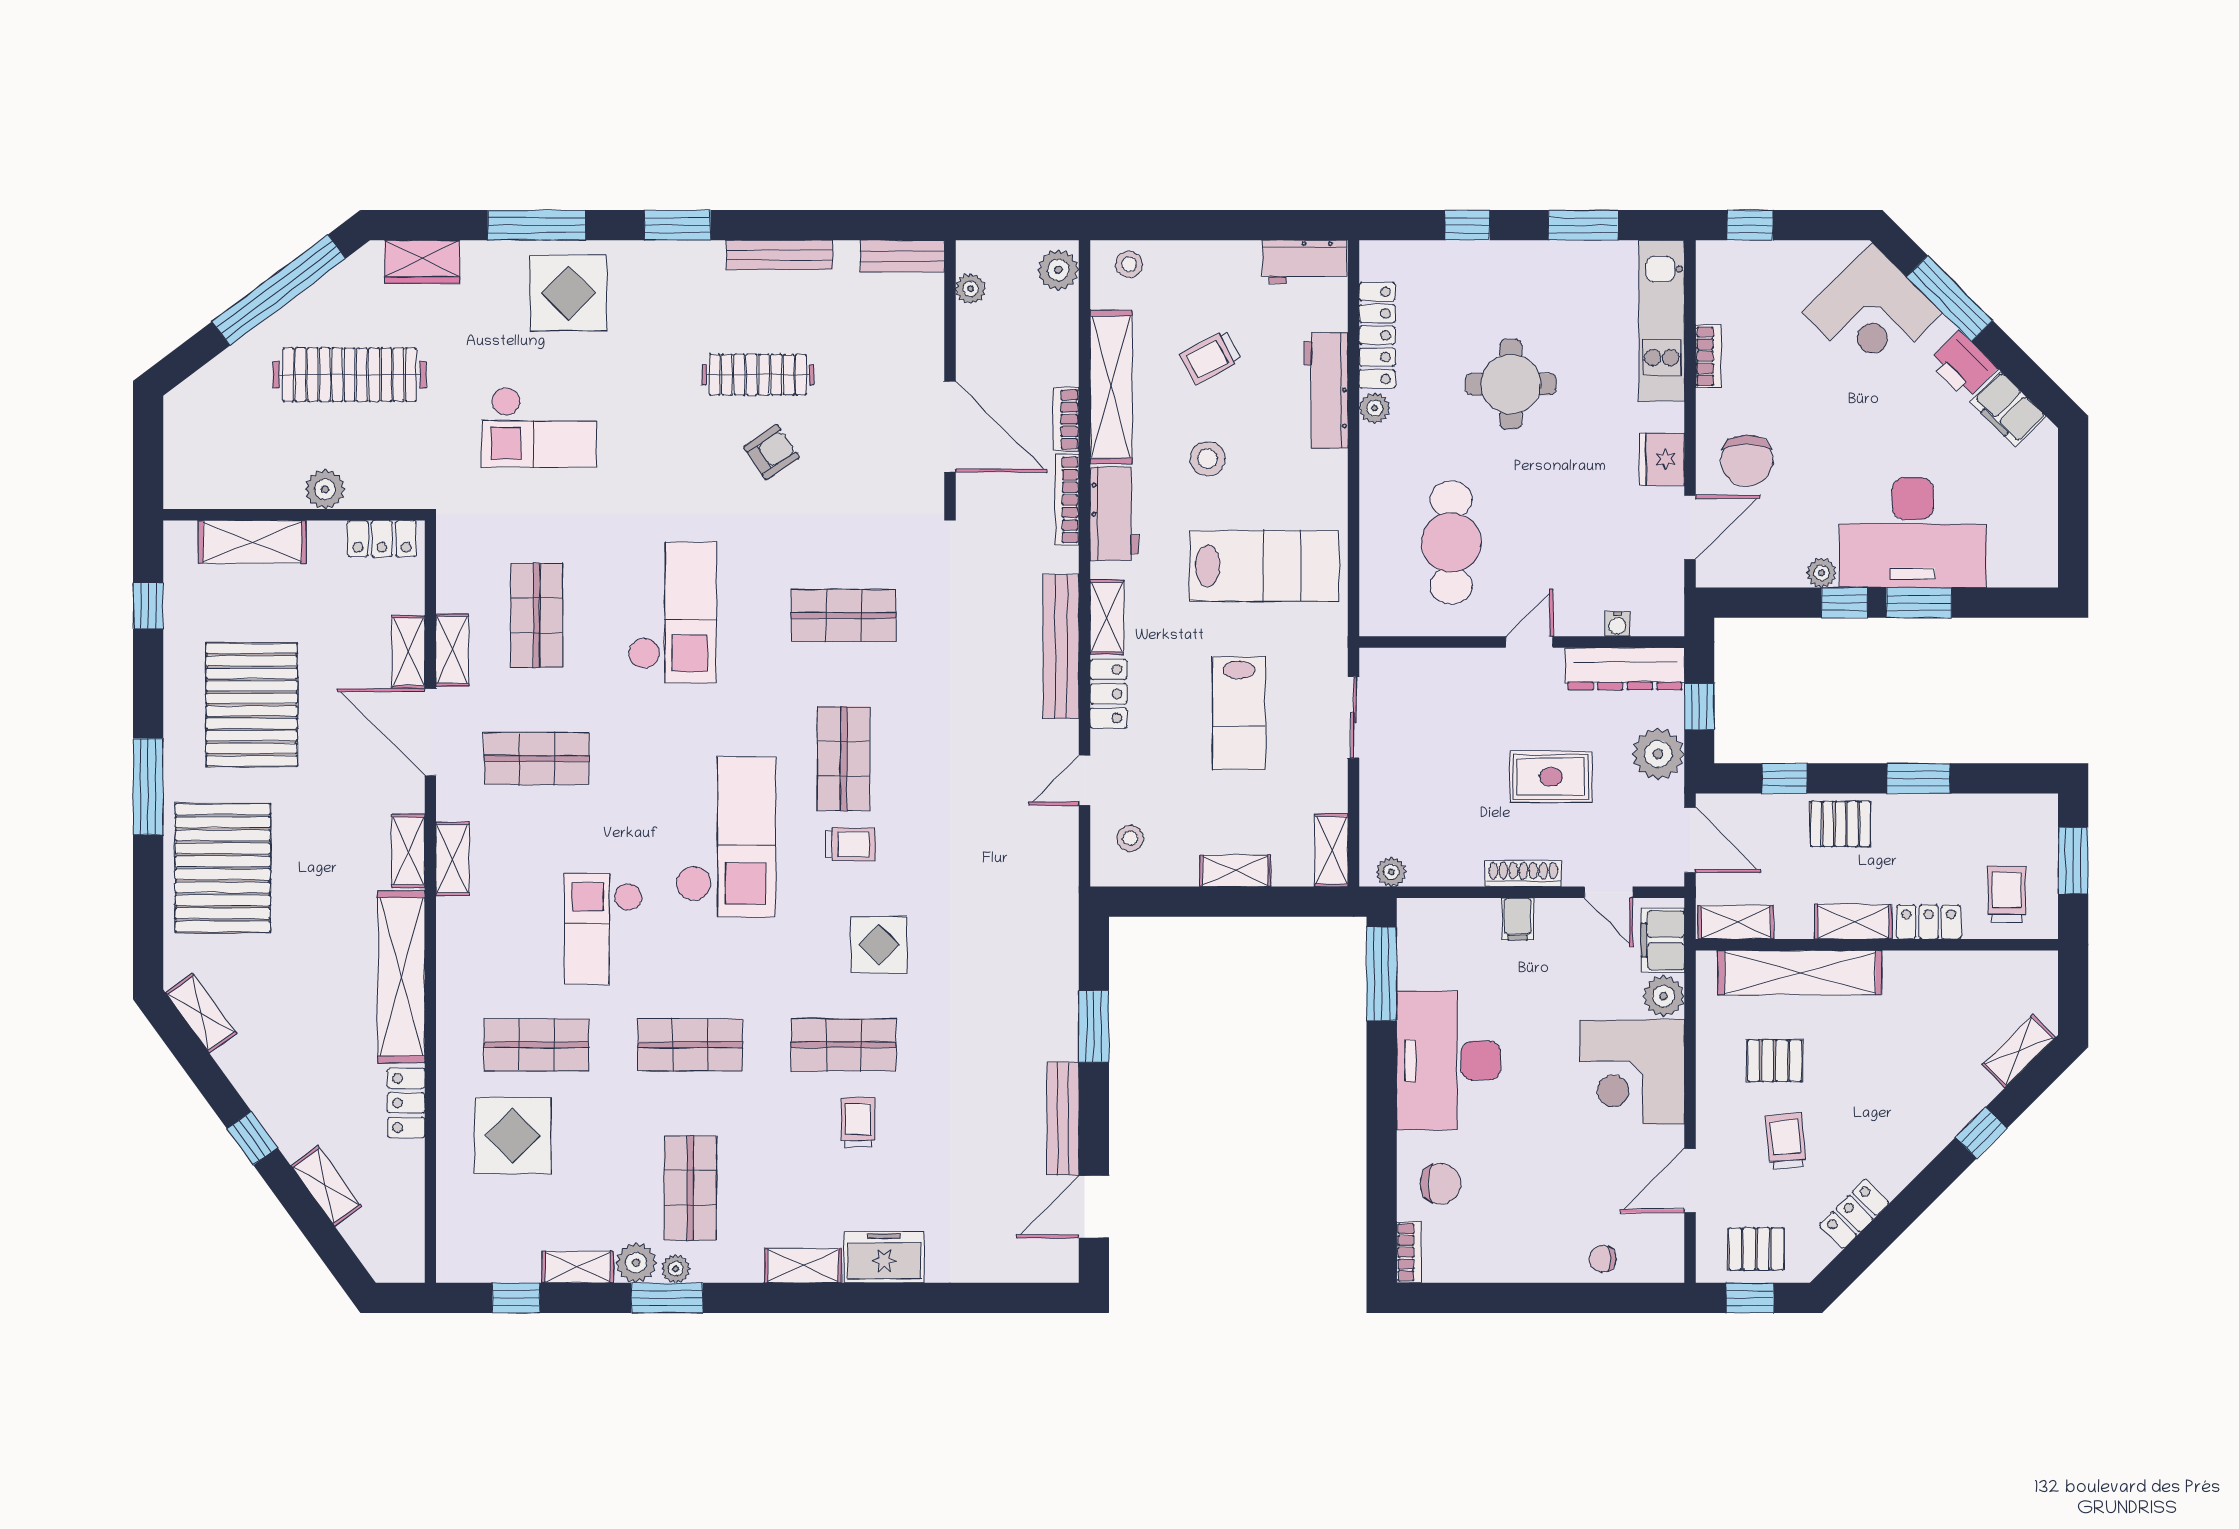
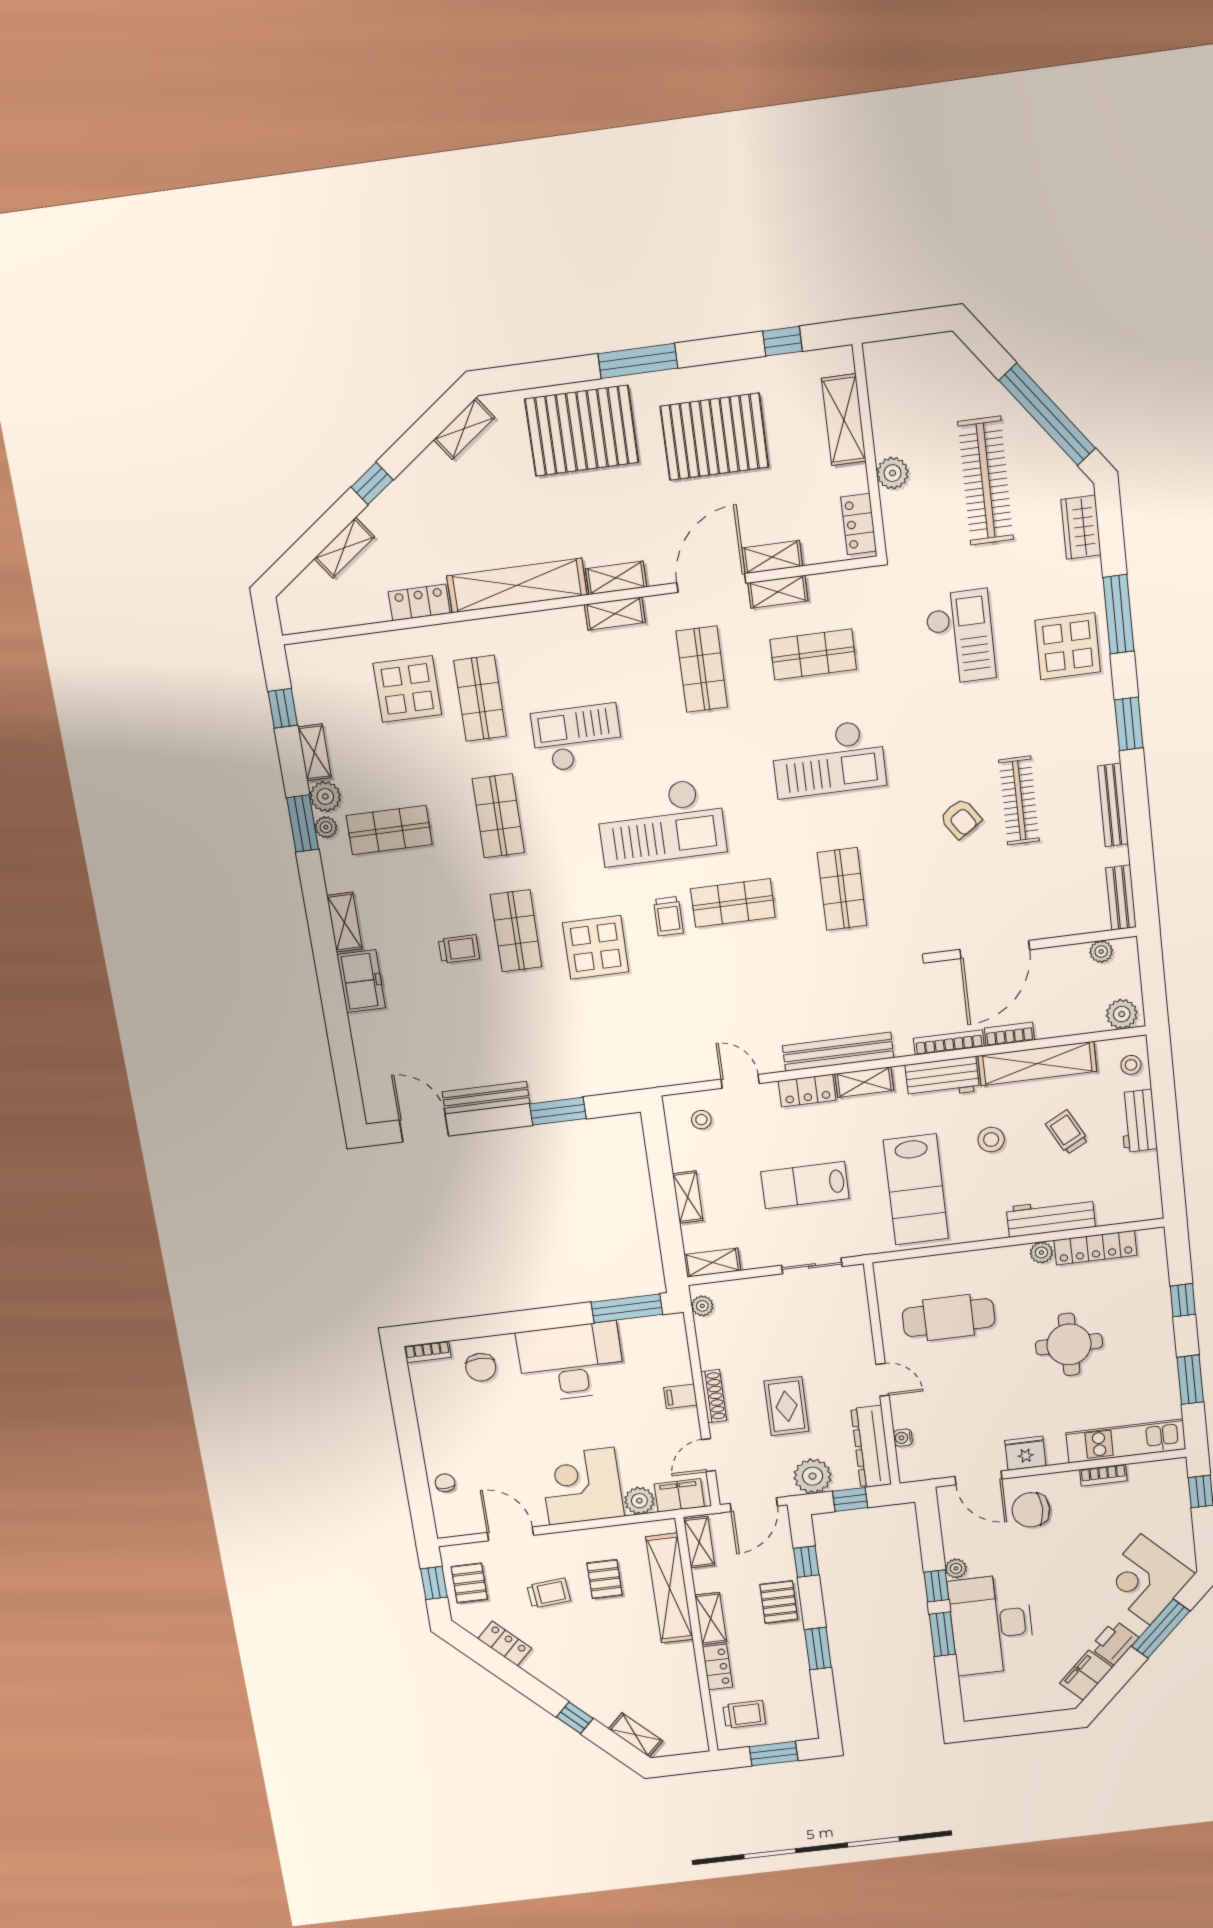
workbench: (1305, 262) -> (1138, 1121), moved
checkout: (539, 427) -> (960, 637), turned 180
display table: (879, 945) -> (596, 947), width x1.36, depth x1.36

